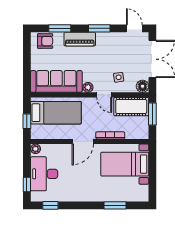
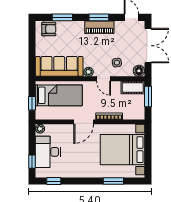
piano: (80, 39) -> (99, 27), moved
cot: (131, 107) -> (133, 87), width x0.73, depth x0.75
bed with nightstands: (125, 164) -> (123, 150), width x1.36

